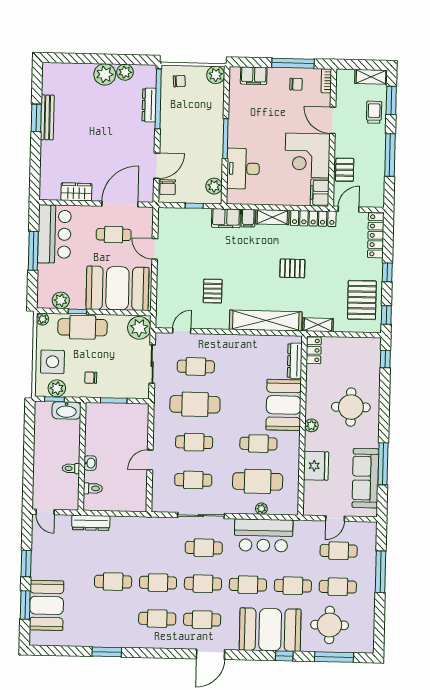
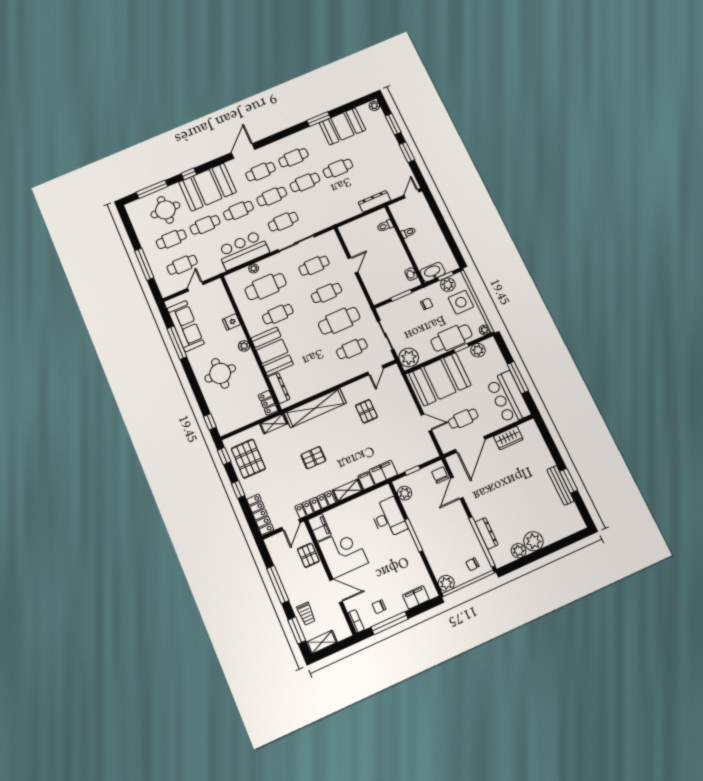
washbasin: (90, 463) -> (411, 274), moved
fridge: (316, 466) -> (231, 322), width x0.53, depth x0.75
door: (45, 512) -> (411, 194), hinge flipped
booth: (47, 605) -> (342, 126), moved, turned 90
plant: (36, 638) -> (374, 106), added

